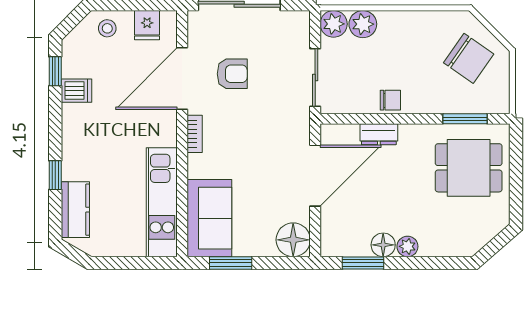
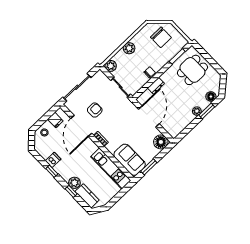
plant: (363, 24) -> (129, 48), moved
chair: (469, 58) -> (161, 37), turned 55
window: (55, 71) -> (52, 171), moved
plant: (75, 166) -> (74, 183), added
floor lamp: (383, 245) -> (211, 97), moved
window: (363, 263) -> (207, 111), moved

